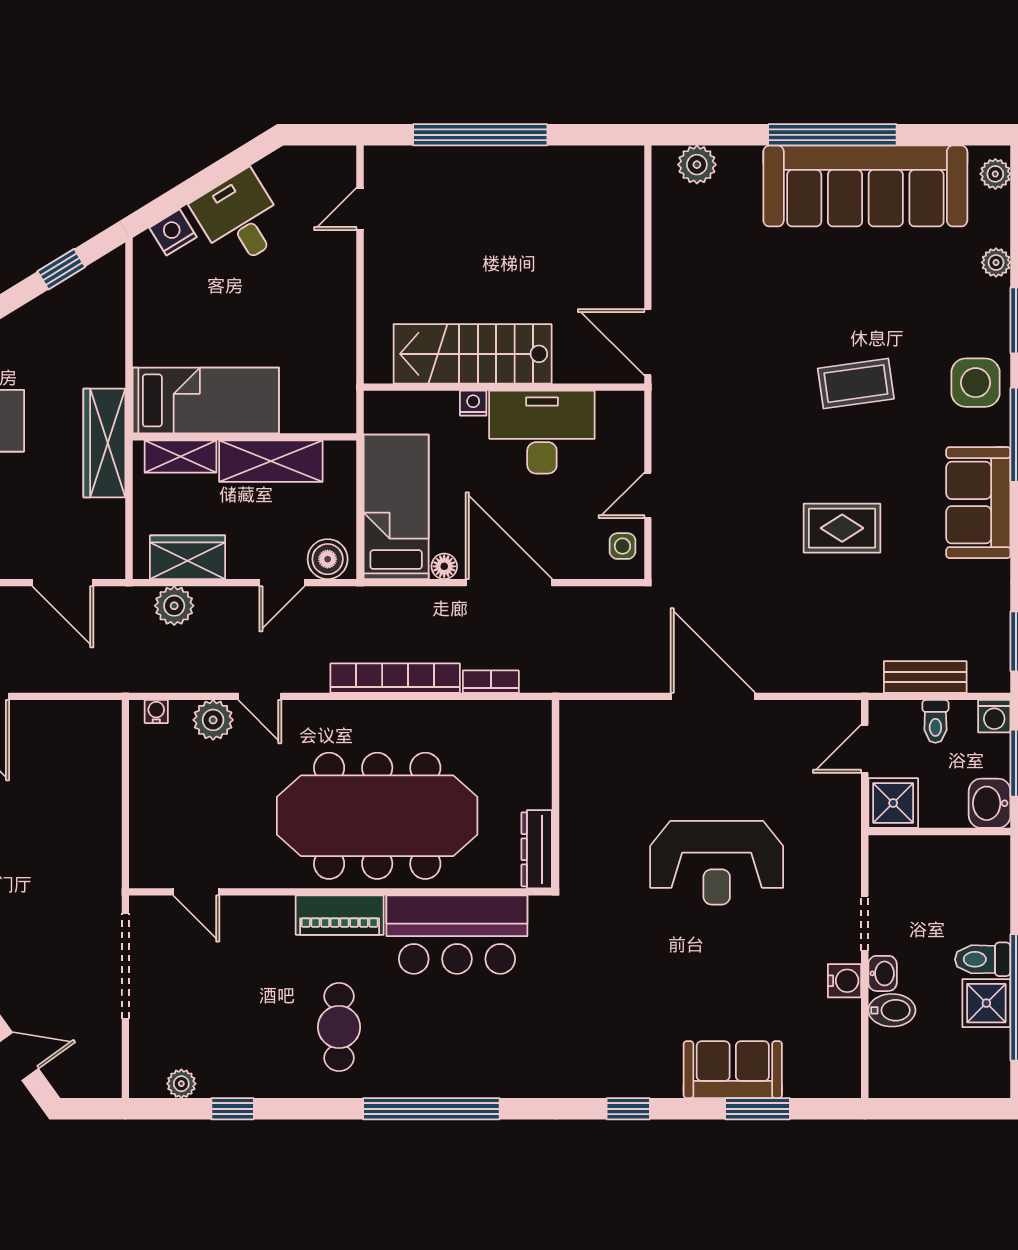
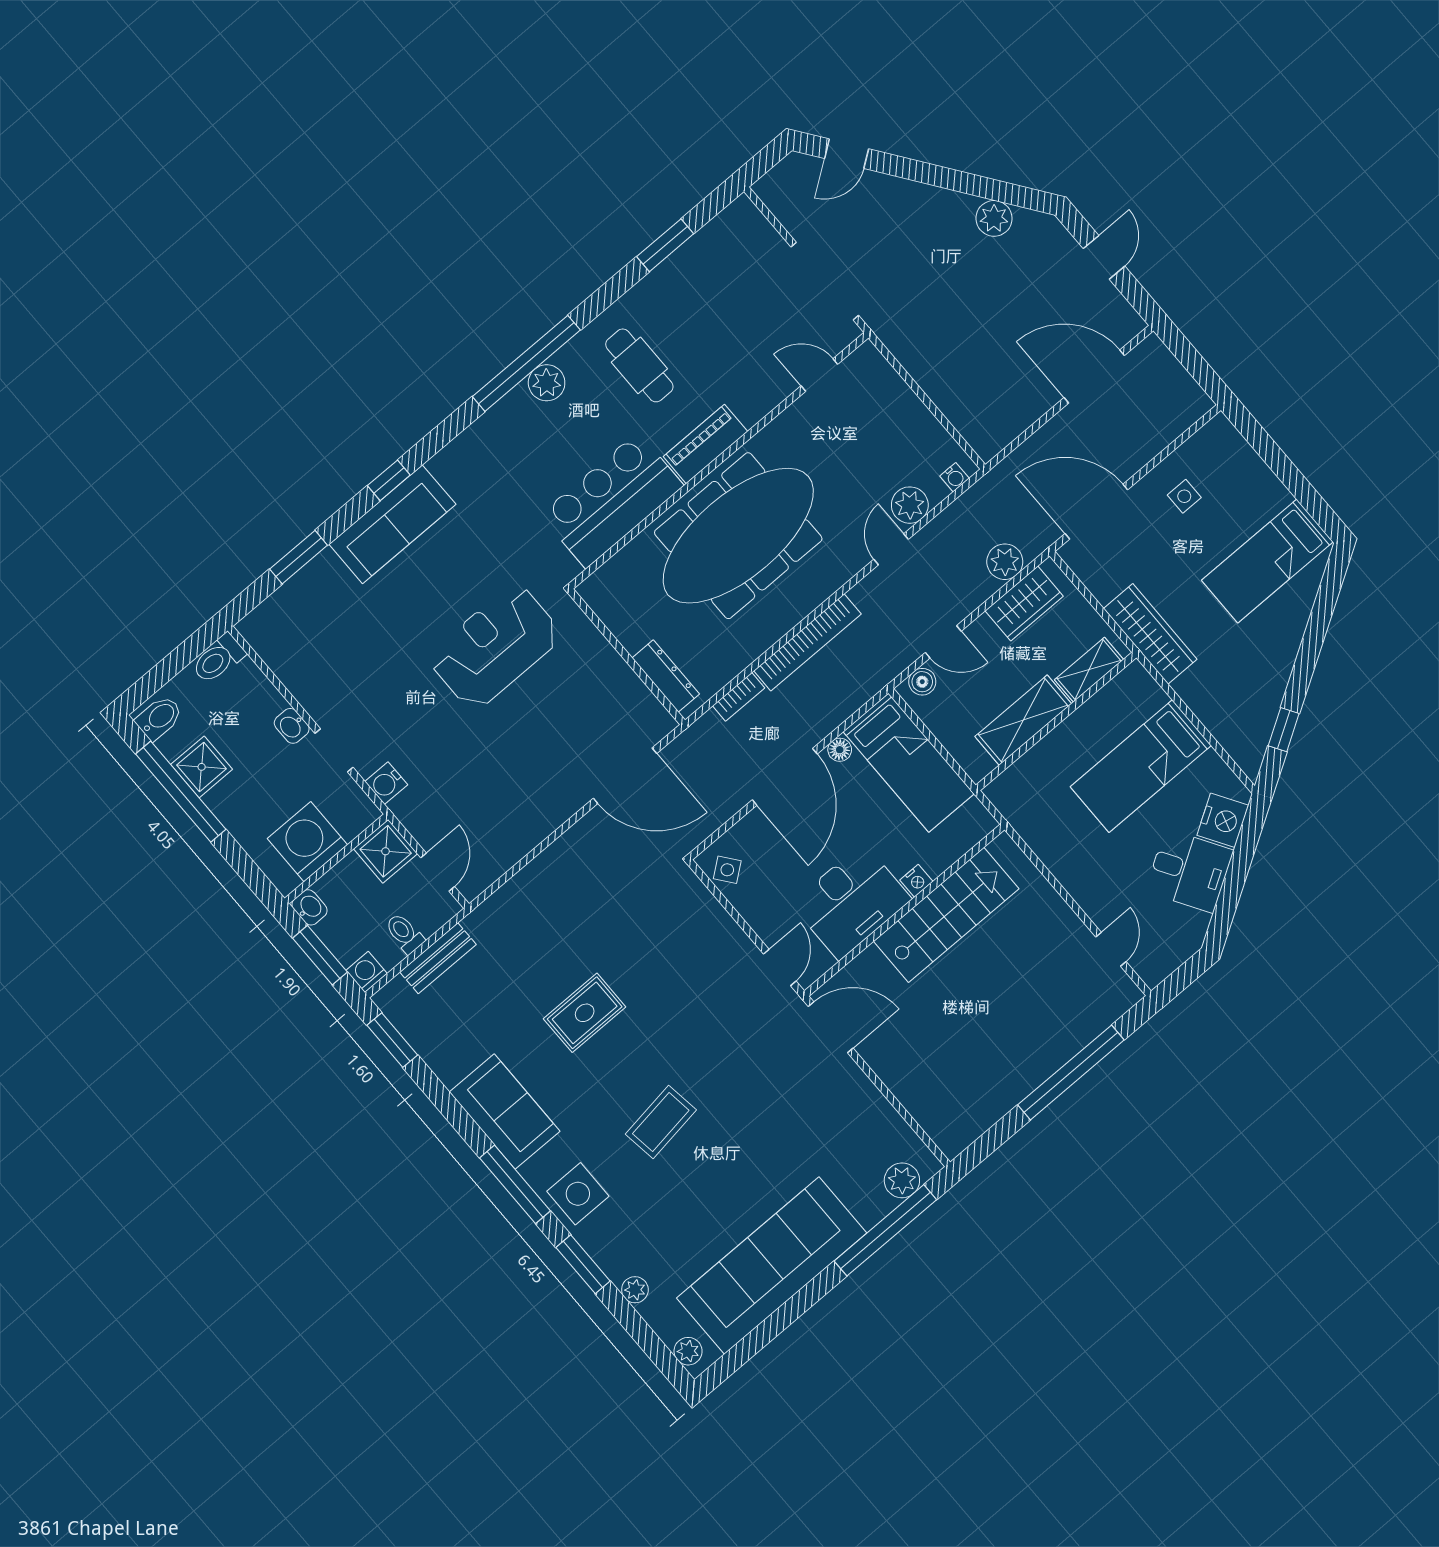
window: (832, 135) -> (885, 1230), moved
nightstand: (173, 232) -> (1223, 820), width x1.36, depth x1.33
bed: (206, 400) -> (1141, 766), moved
door: (648, 495) -> (780, 967), moved
side table: (622, 546) -> (727, 870), turned -38
boiler: (328, 559) -> (922, 682), width x0.73, depth x0.73
door: (63, 583) -> (1096, 512), width x1.36
door: (282, 583) -> (943, 642), swing flipped
door: (509, 583) -> (785, 777), hinge flipped
door: (260, 696) -> (891, 549), hinge flipped
door: (713, 696) -> (625, 776), moved
washbasin: (990, 803) -> (309, 907), width x0.72, depth x0.69
dresser: (537, 849) -> (666, 676), moved
reception desk: (717, 863) -> (495, 647), moved
washing machine: (951, 866) -> (307, 842), added
toilet: (983, 959) -> (218, 659), moved, turned 180
water cooler: (844, 981) -> (386, 783), moved
bidet: (892, 1010) -> (159, 718), moved, turned 180
sofa: (733, 1070) -> (392, 524), moved, width x1.36
plant: (181, 1084) -> (547, 383), moved, width x1.38, depth x1.38
window: (233, 1109) -> (665, 245), width x1.50

